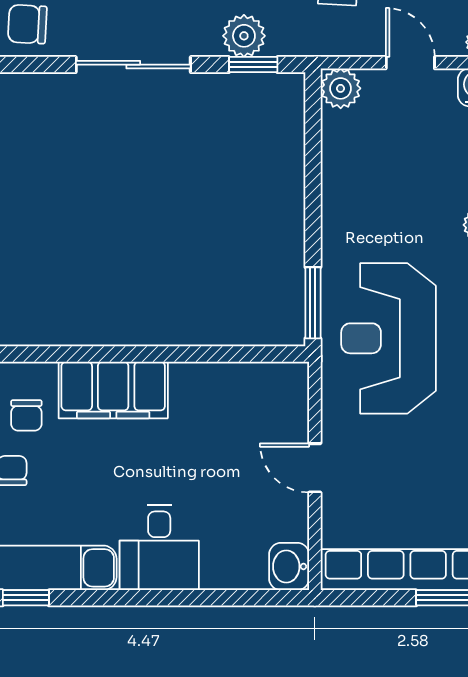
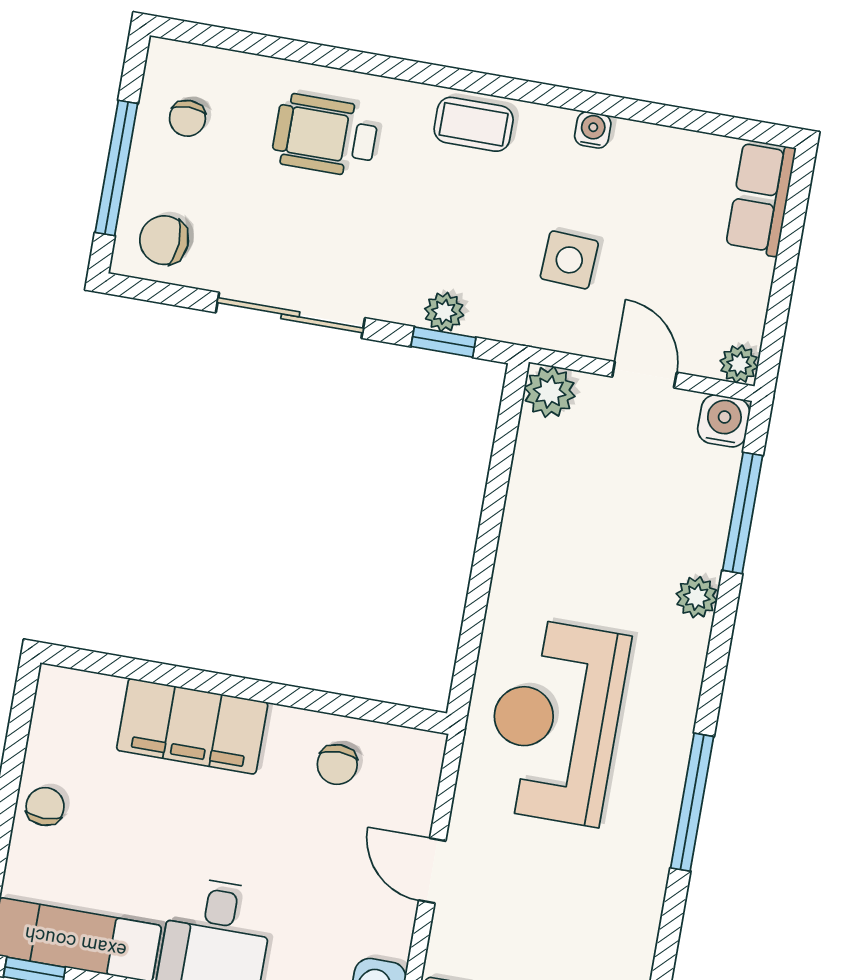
plant: (244, 36) -> (444, 312), width x0.73, depth x0.73
window: (313, 303) -> (467, 659), removed
chair: (26, 415) -> (337, 765), moved

